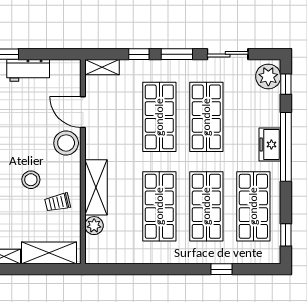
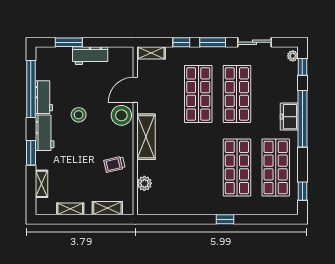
plant: (268, 77) -> (293, 56), width x0.53, depth x0.53
door: (83, 112) -> (135, 90), hinge flipped
stool: (31, 180) -> (79, 115), moved
shelving: (96, 187) -> (146, 137), moved
shop shelf: (159, 206) -> (198, 167), removed
shelving: (49, 253) -> (107, 208), width x0.67, depth x0.75
window: (221, 269) -> (225, 219), moved

